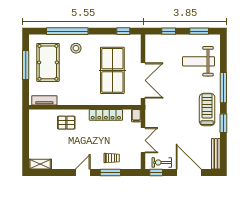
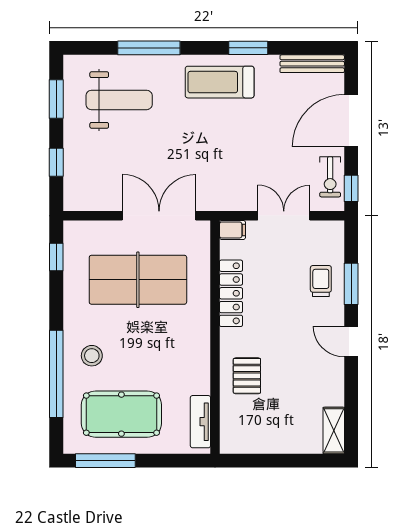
weight bench: (199, 61) -> (119, 100), turned -90
window: (26, 65) -> (105, 461), moved
window: (223, 88) -> (149, 48), moved

